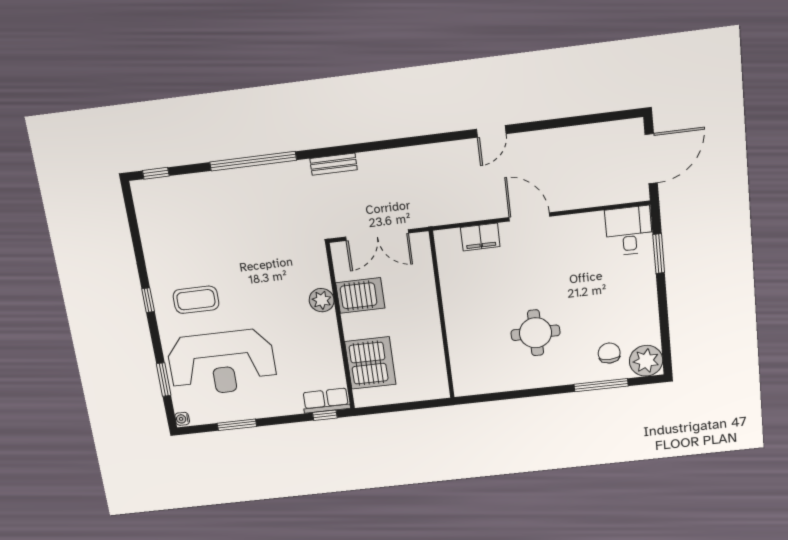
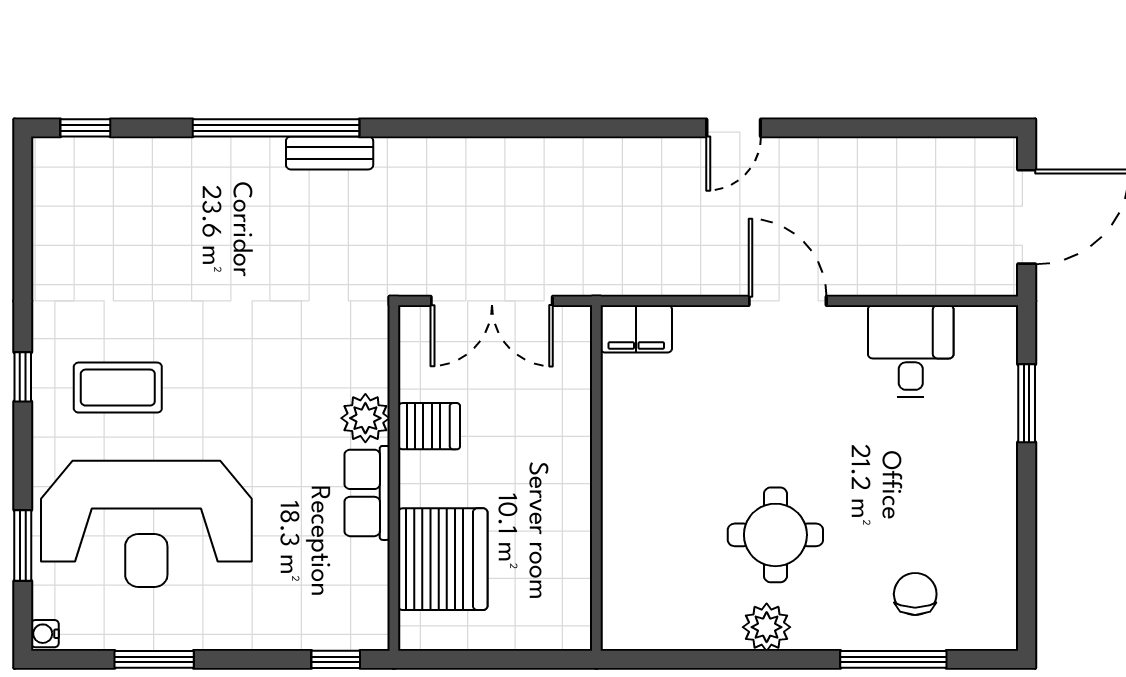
bench: (334, 164) -> (330, 153), moved
desk: (629, 231) -> (911, 351), moved
filing cabinet: (480, 237) -> (636, 329), moved
server rack: (360, 295) -> (429, 426), width x0.73, depth x0.70
plant: (646, 361) -> (767, 627), moved, width x0.73, depth x0.73
row of seats: (326, 401) -> (367, 493), moved, turned -90

